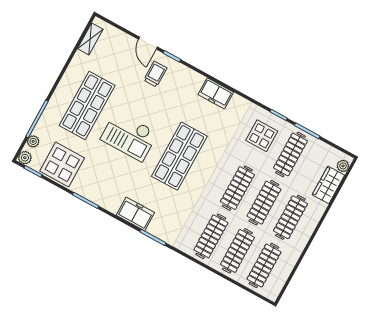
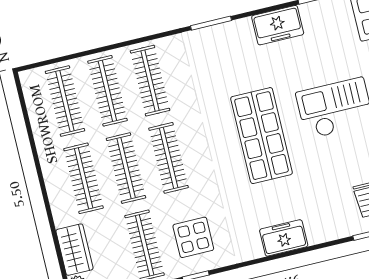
freezer: (135, 214) -> (278, 25), moved

